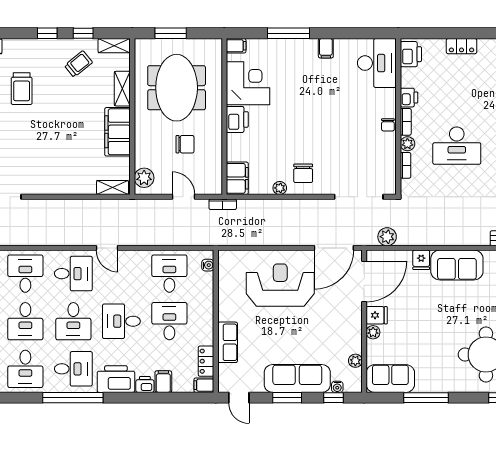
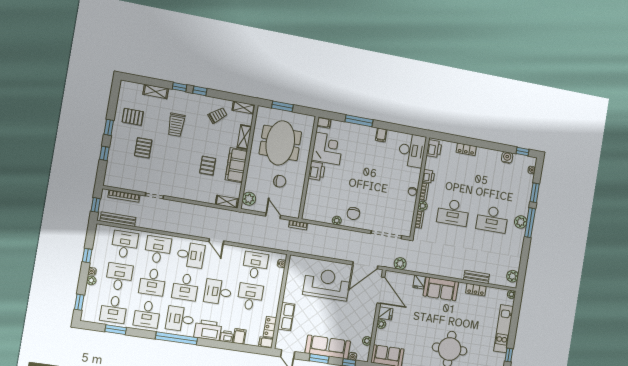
window: (83, 33) -> (180, 87), moved
pallet: (76, 140) -> (208, 166), added
filing cabinet: (237, 178) -> (310, 210), removed
door: (364, 281) -> (381, 290), hinge flipped
desk: (73, 369) -> (180, 319), turned 180

